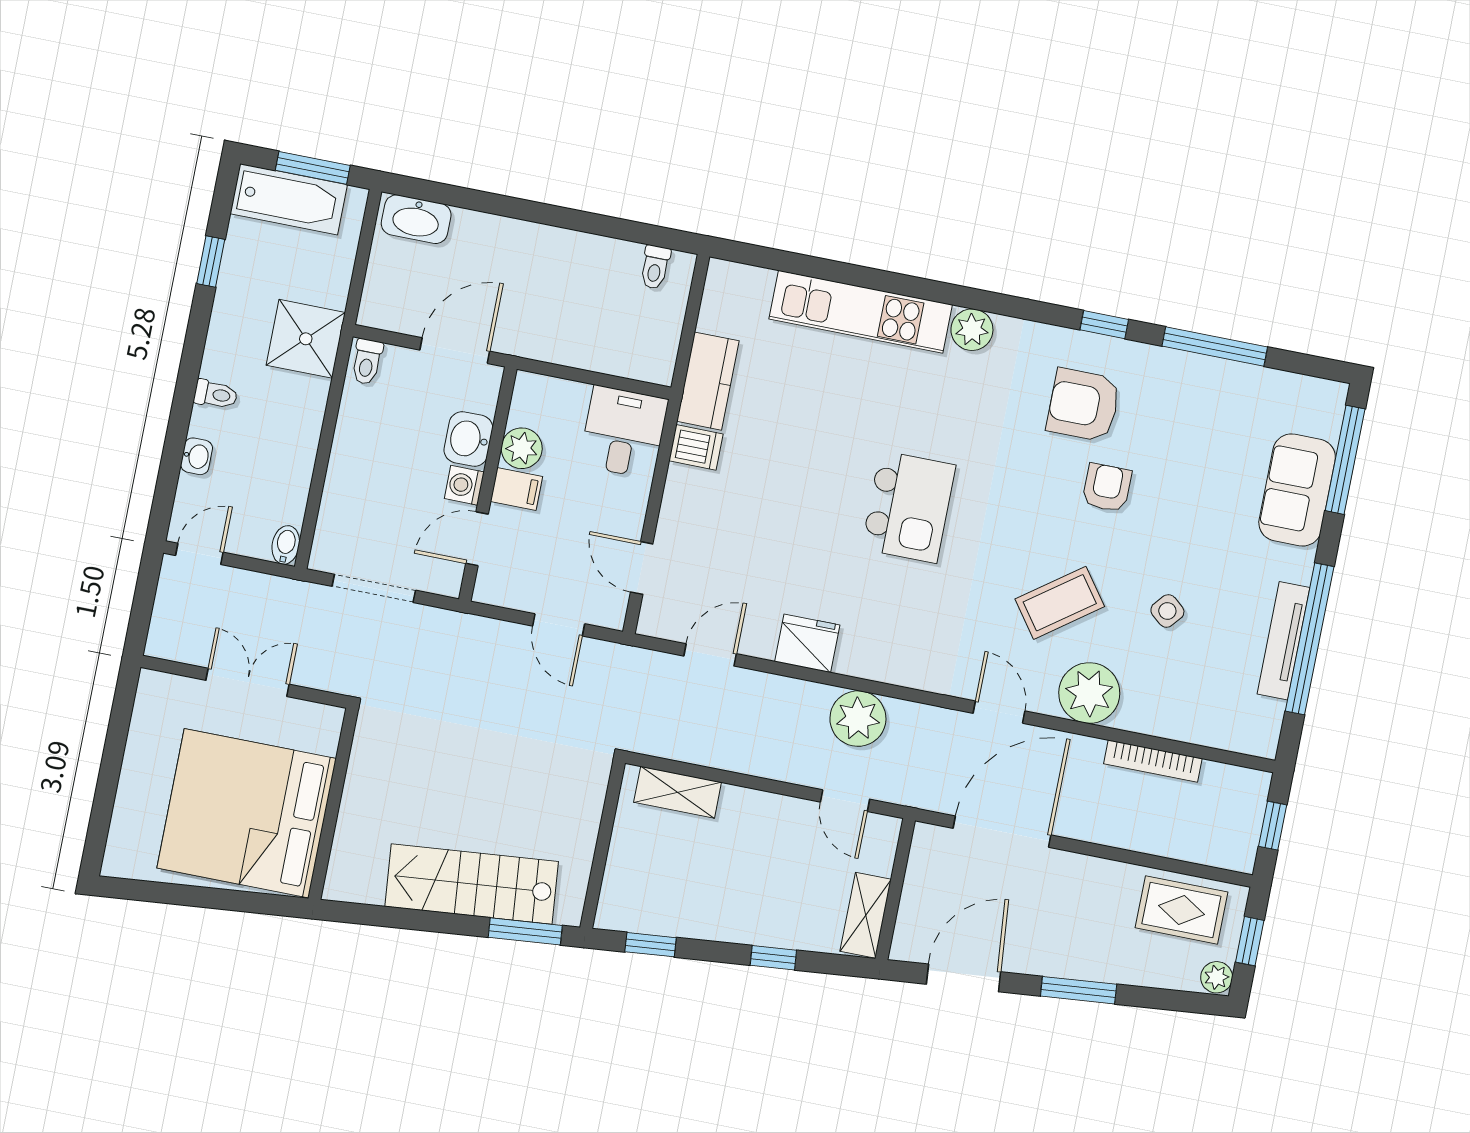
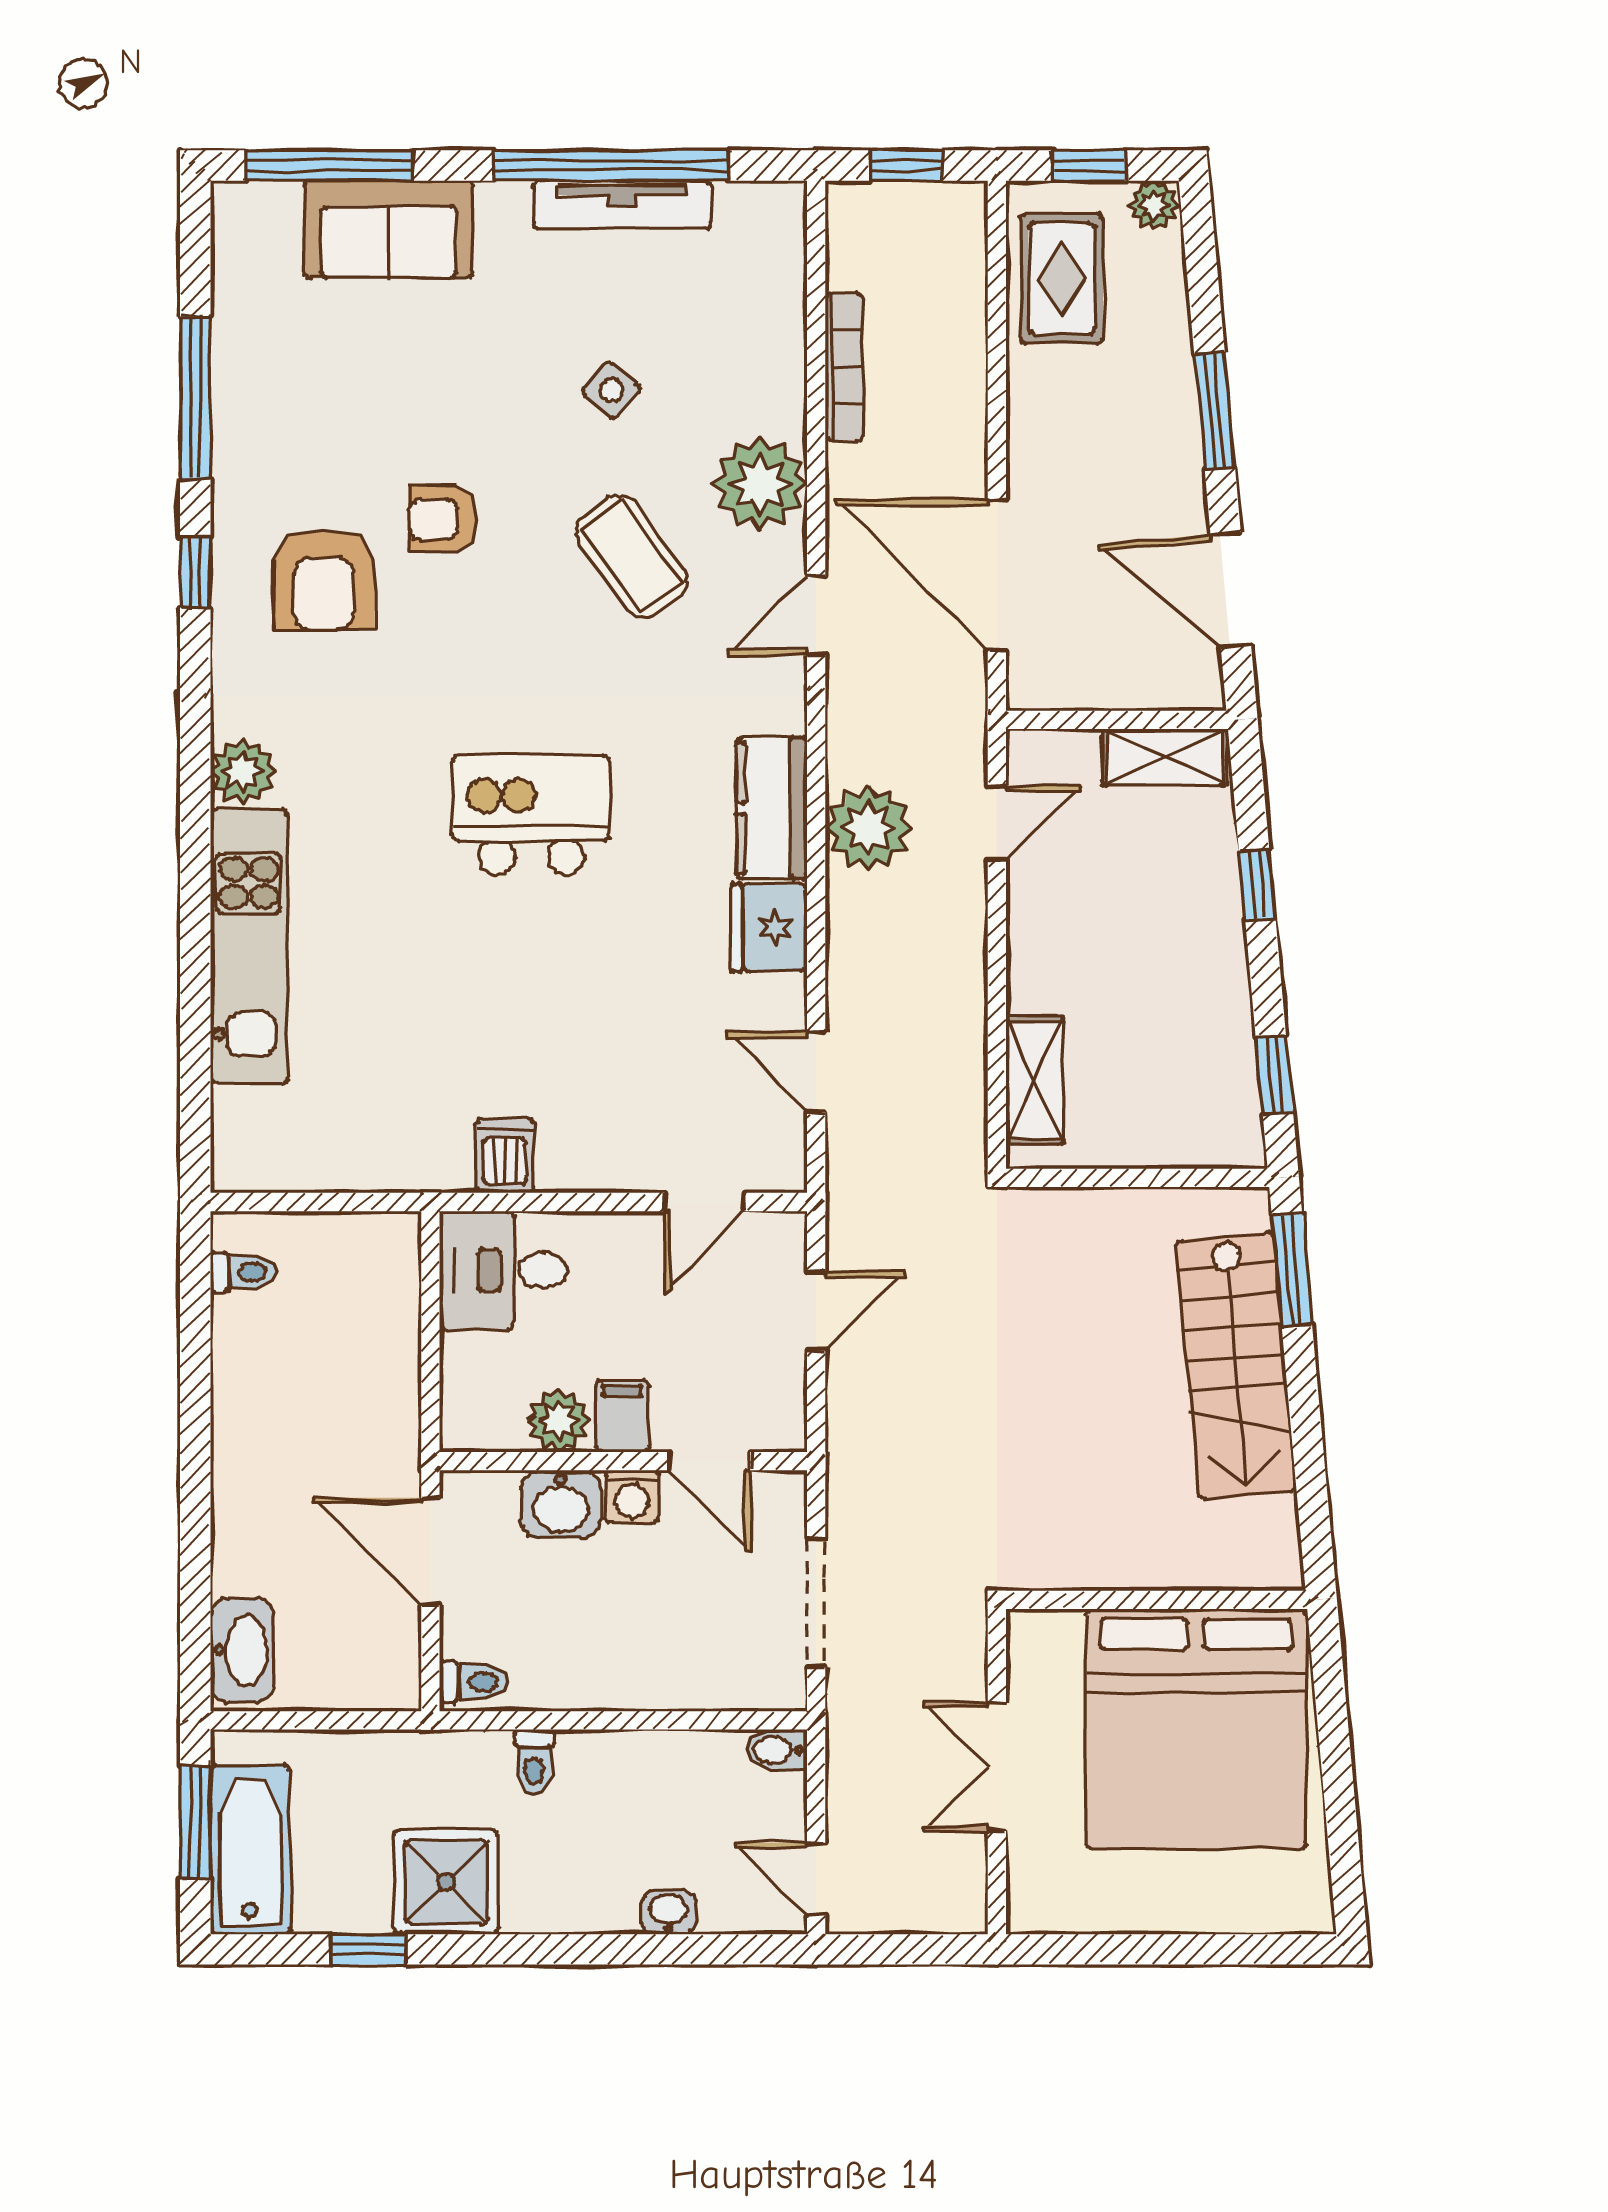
shower: (306, 339) -> (446, 1882), moved
kitchen counter: (708, 381) -> (772, 808), moved, turned -90
toilet: (216, 394) -> (534, 1762), moved, turned 180

